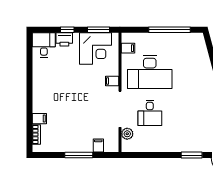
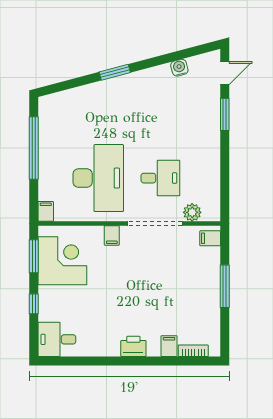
printer: (64, 39) -> (133, 346), moved, turned -90
filing cabinet: (128, 48) -> (46, 211), moved
filing cabinet: (98, 146) -> (210, 238), moved

